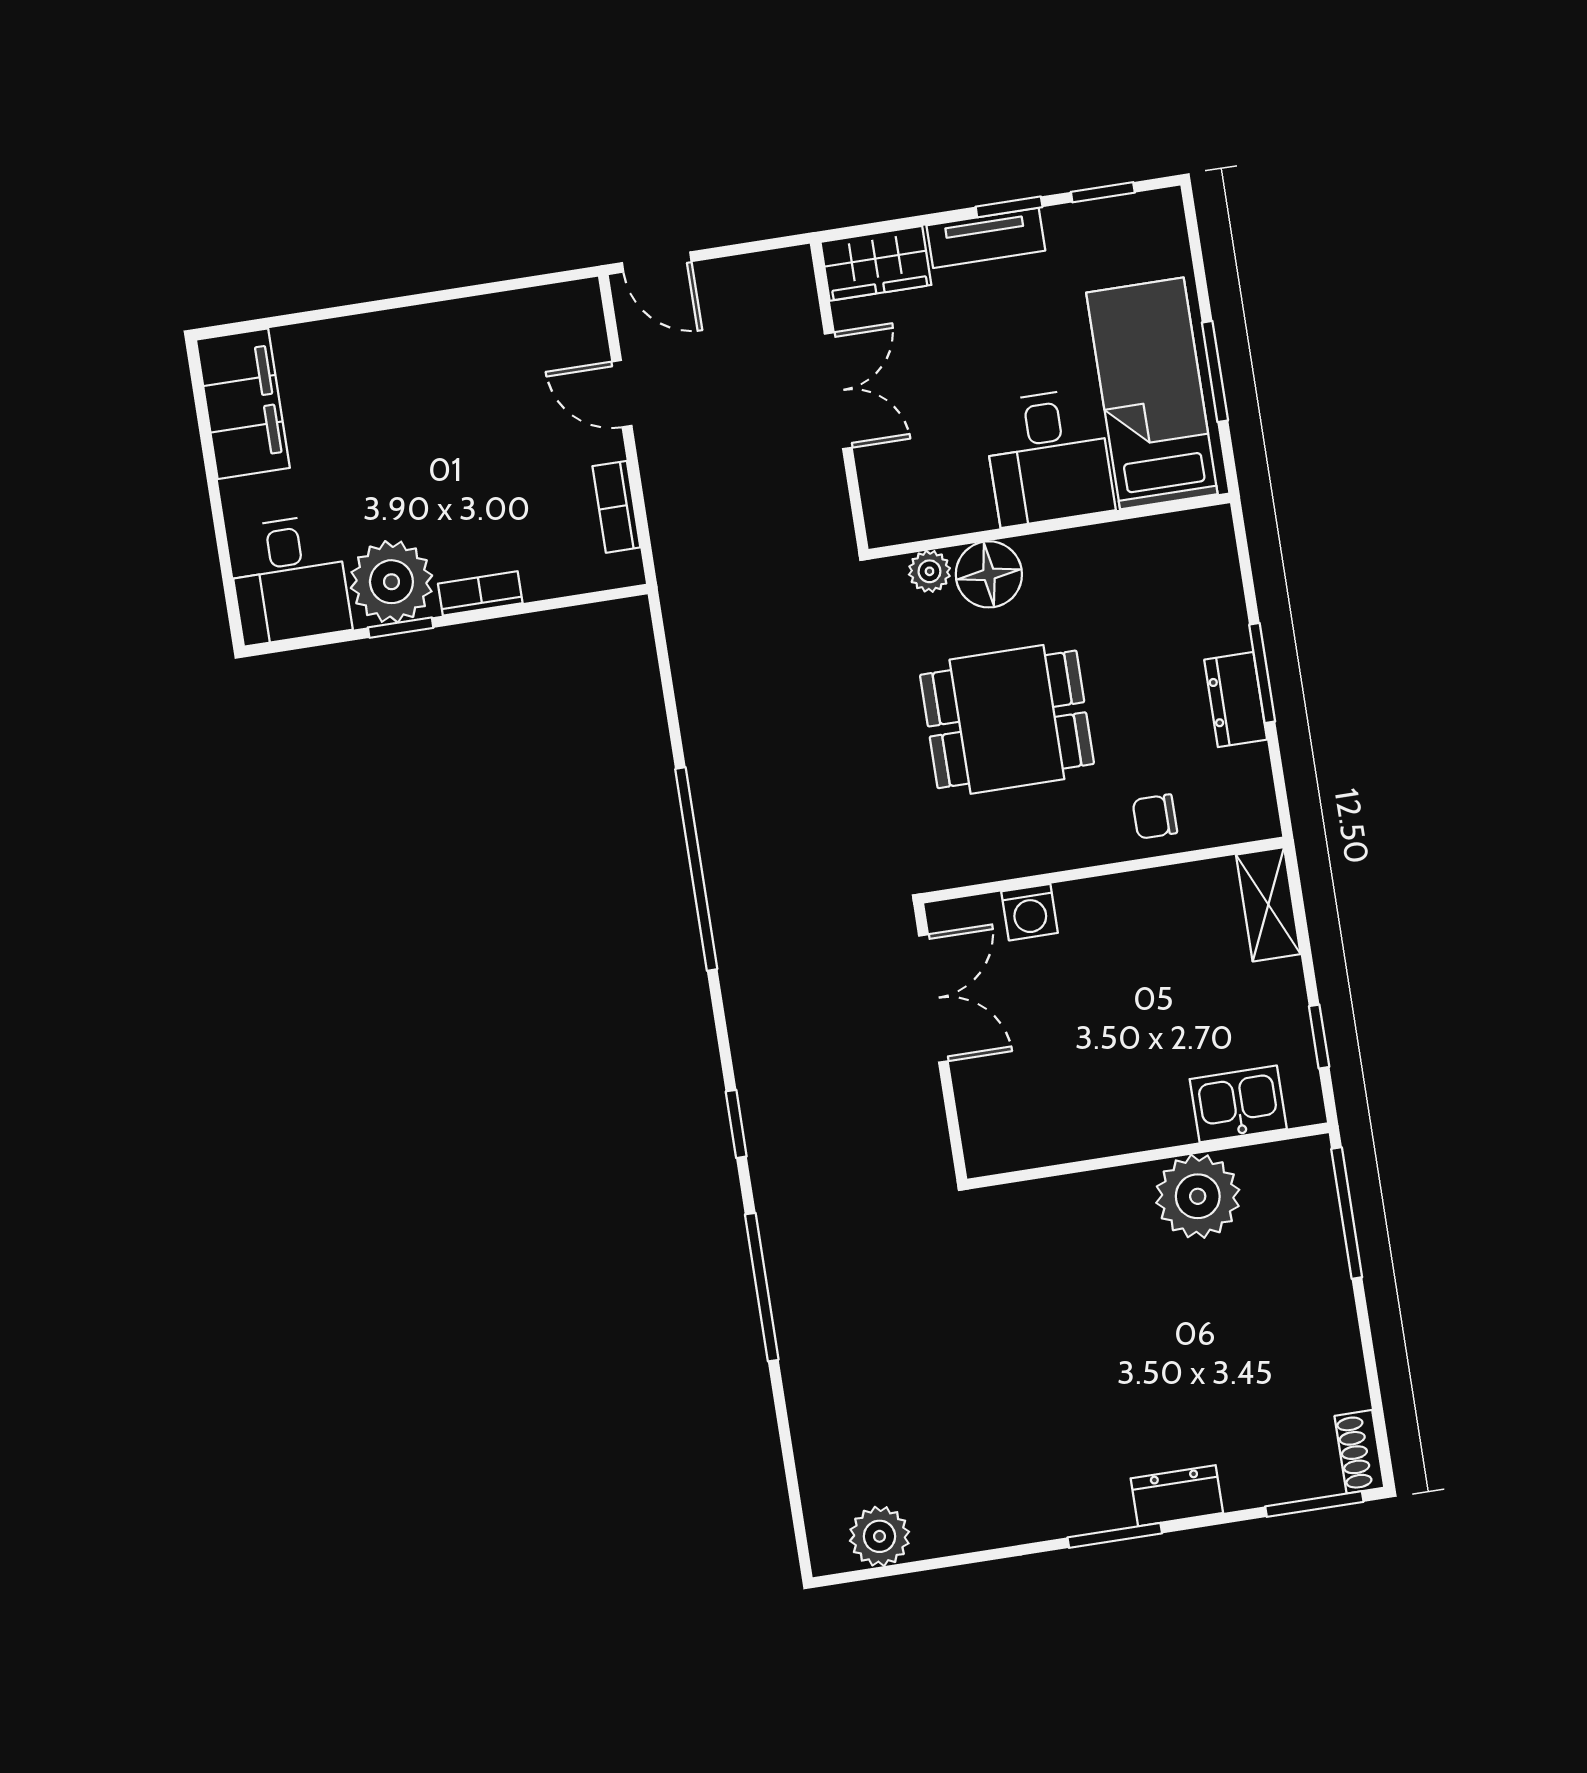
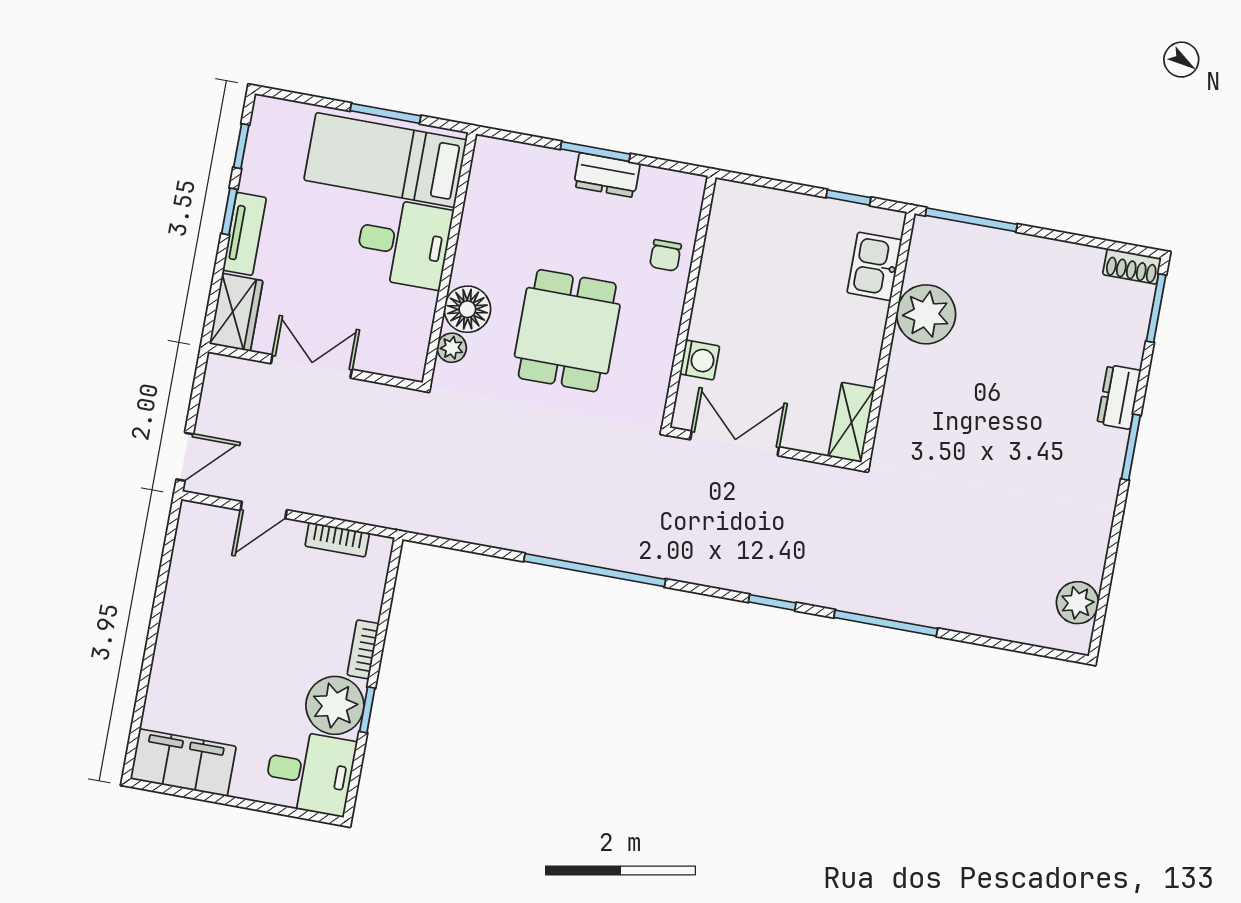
shelving: (1268, 904) -> (852, 422), moved, turned 90

